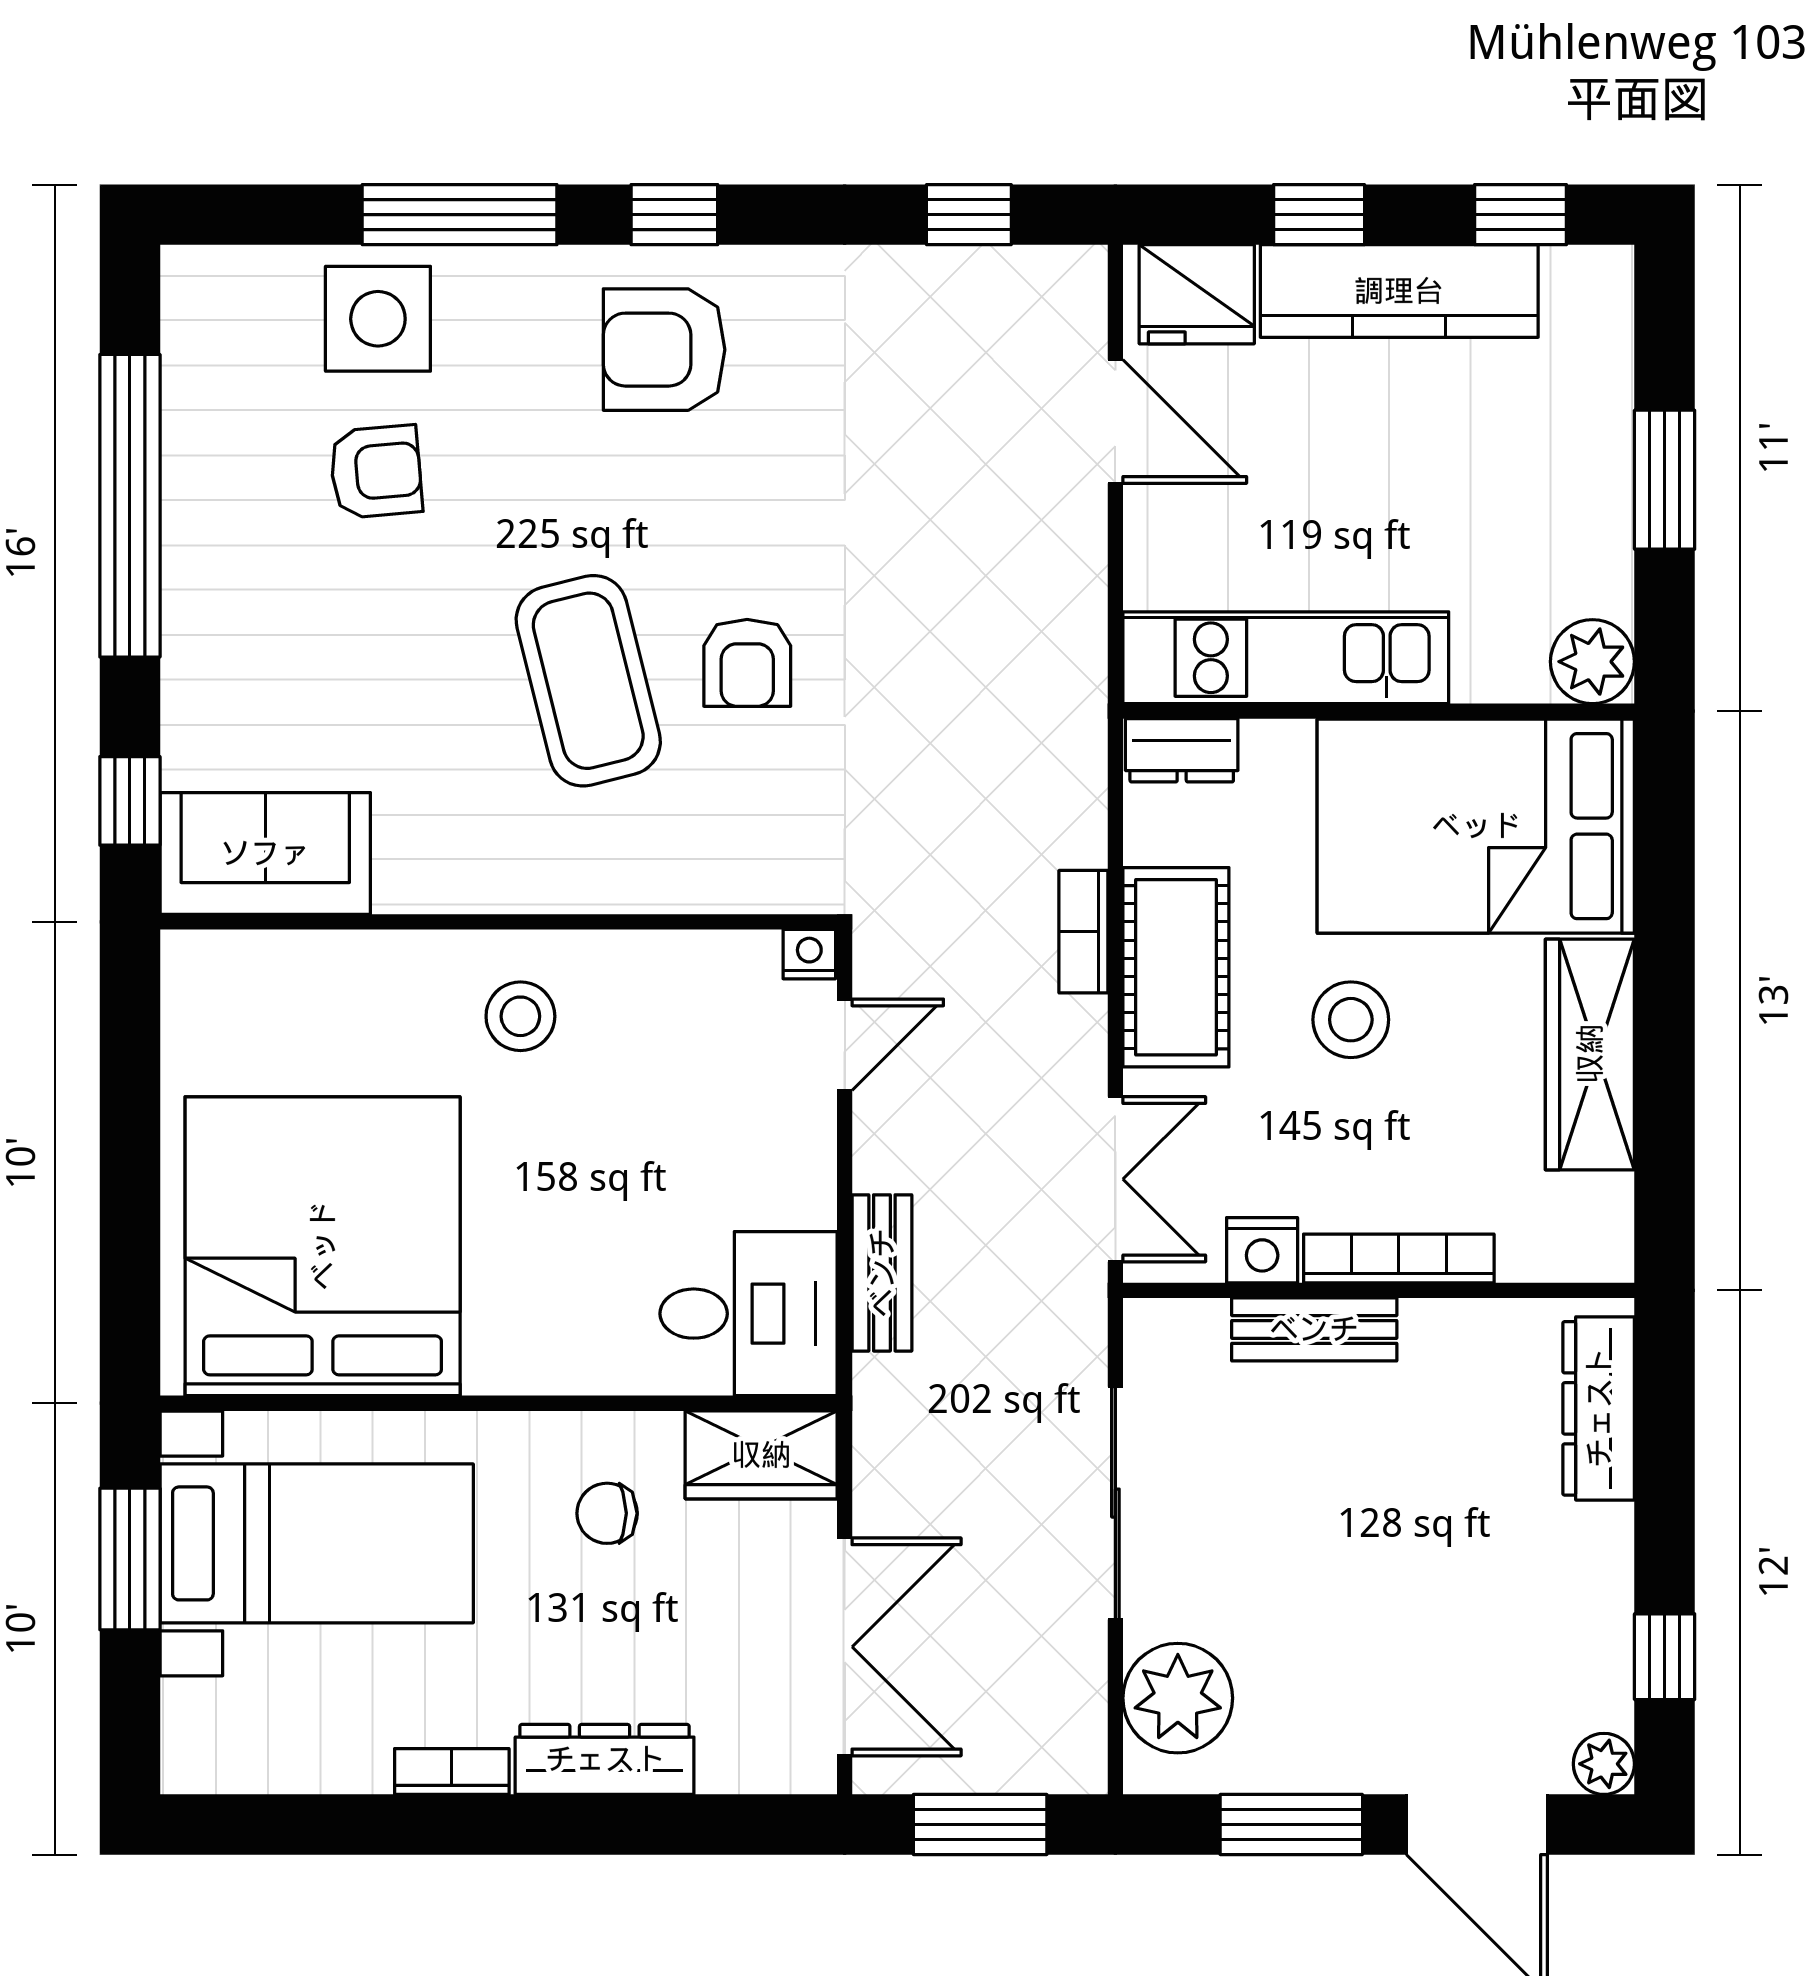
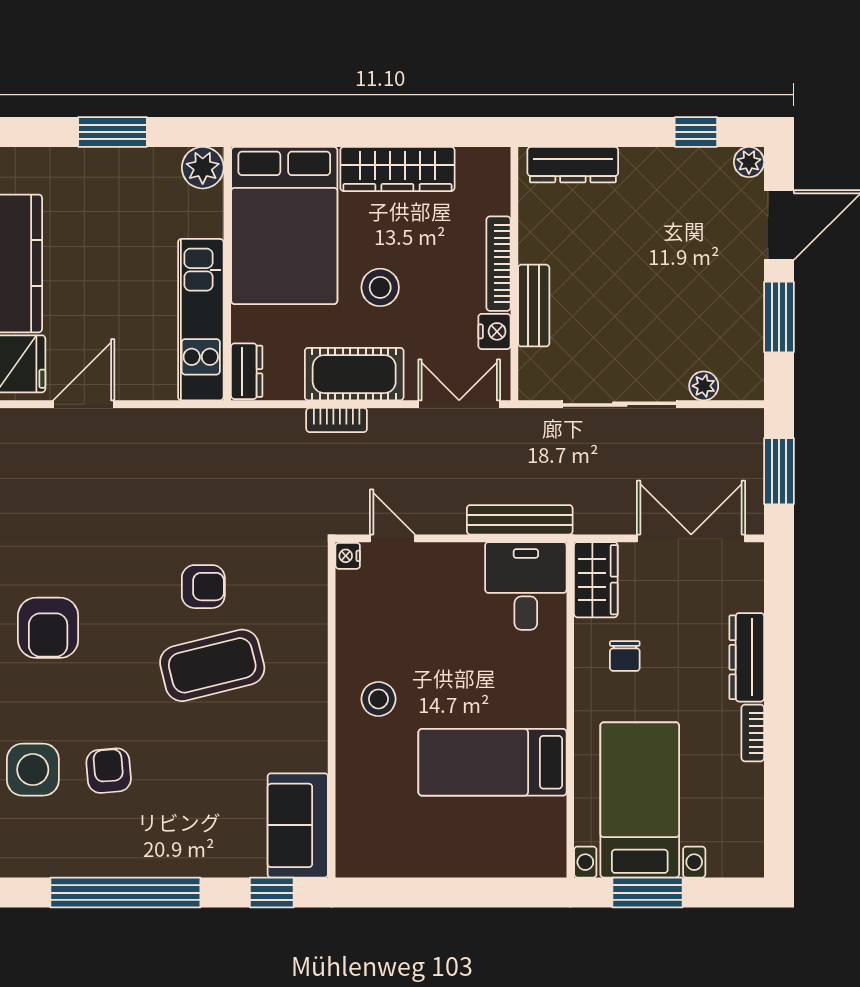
bed: (323, 1246) -> (492, 762), width x0.49
bench: (882, 1273) -> (520, 520), width x1.36
plant: (1178, 1698) -> (704, 386), width x0.53, depth x0.53

